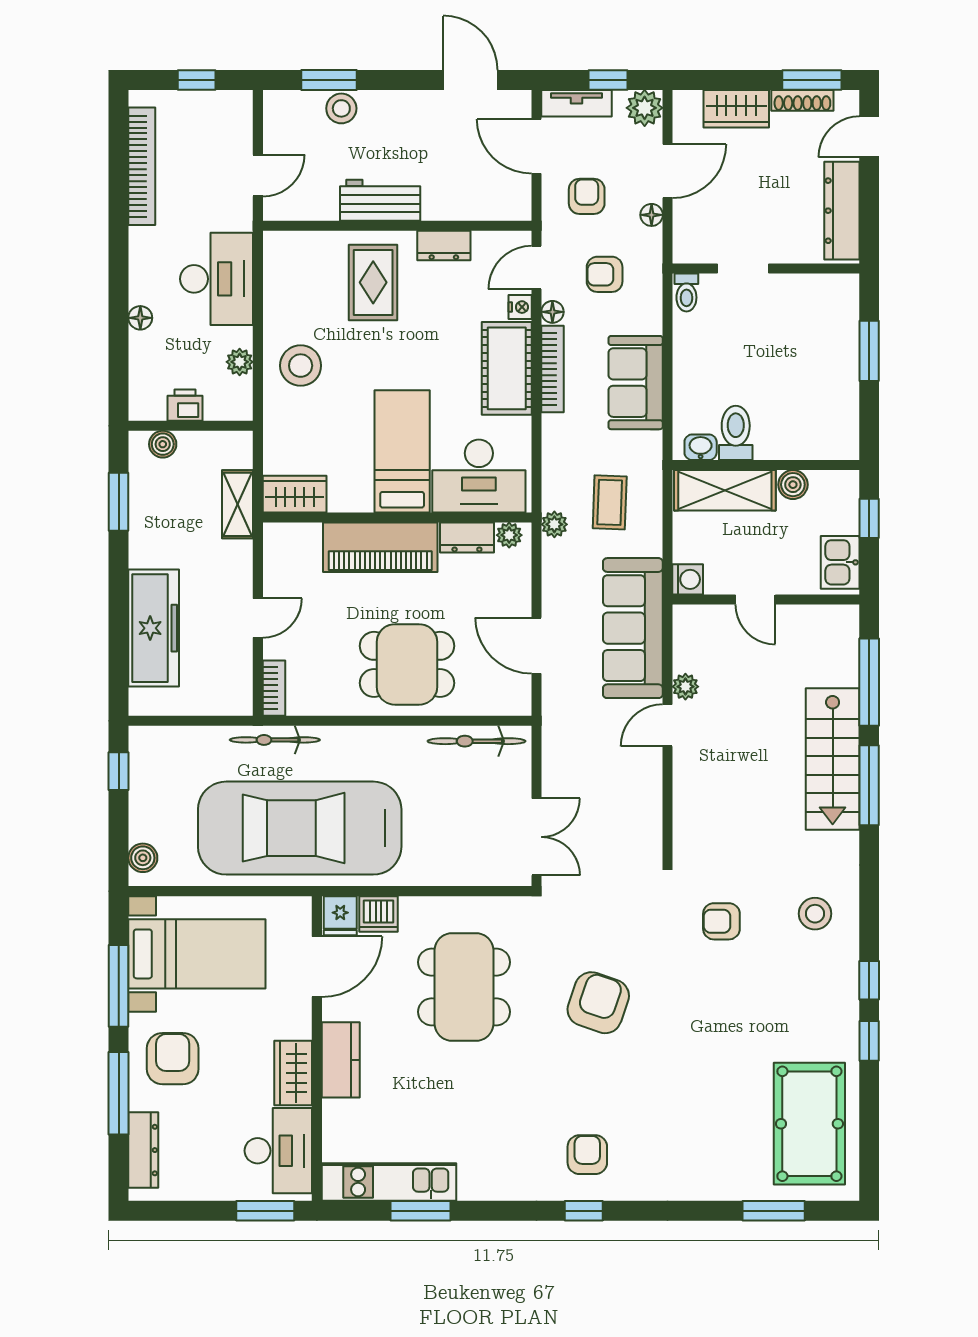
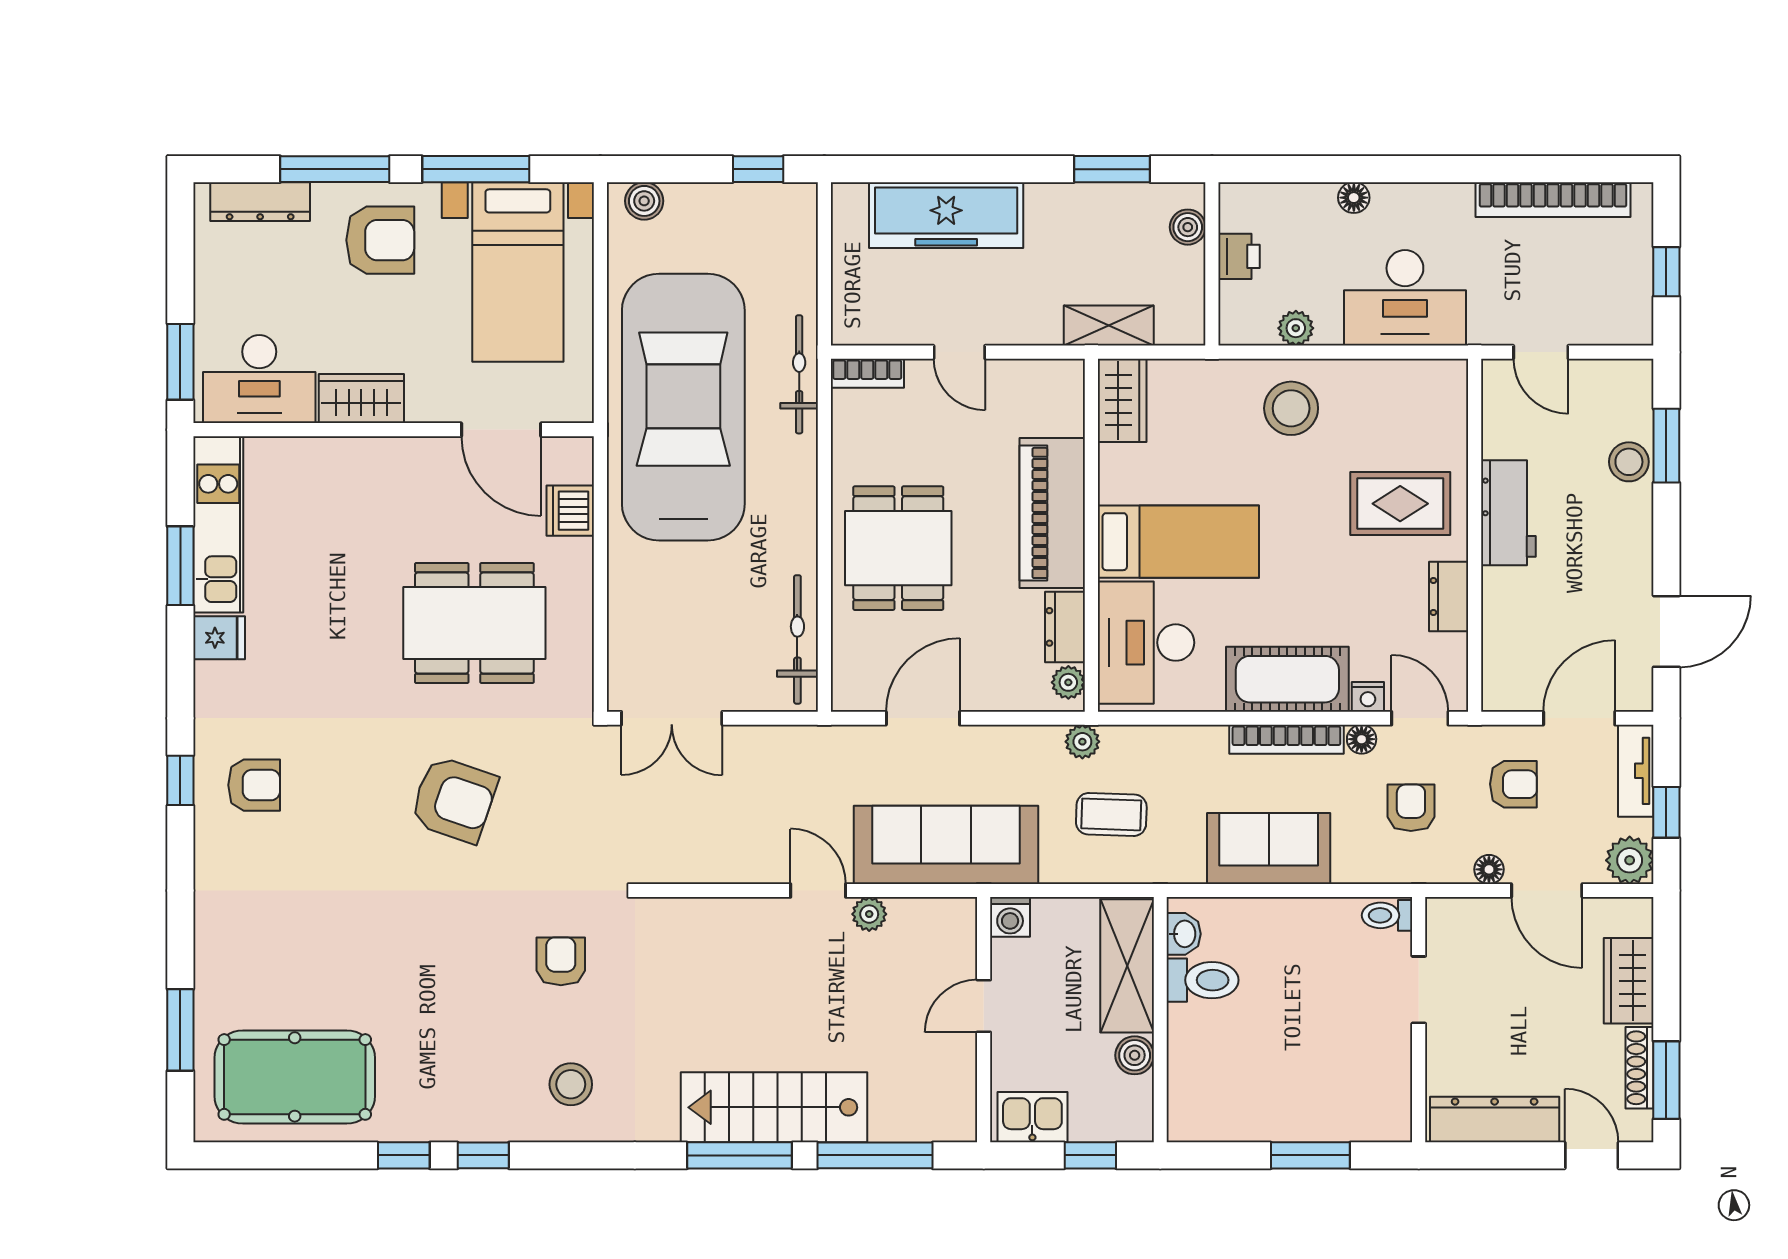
fridge: (340, 916) -> (219, 638), moved, turned 180
kitchen counter: (341, 1060) -> (379, 461), removed

